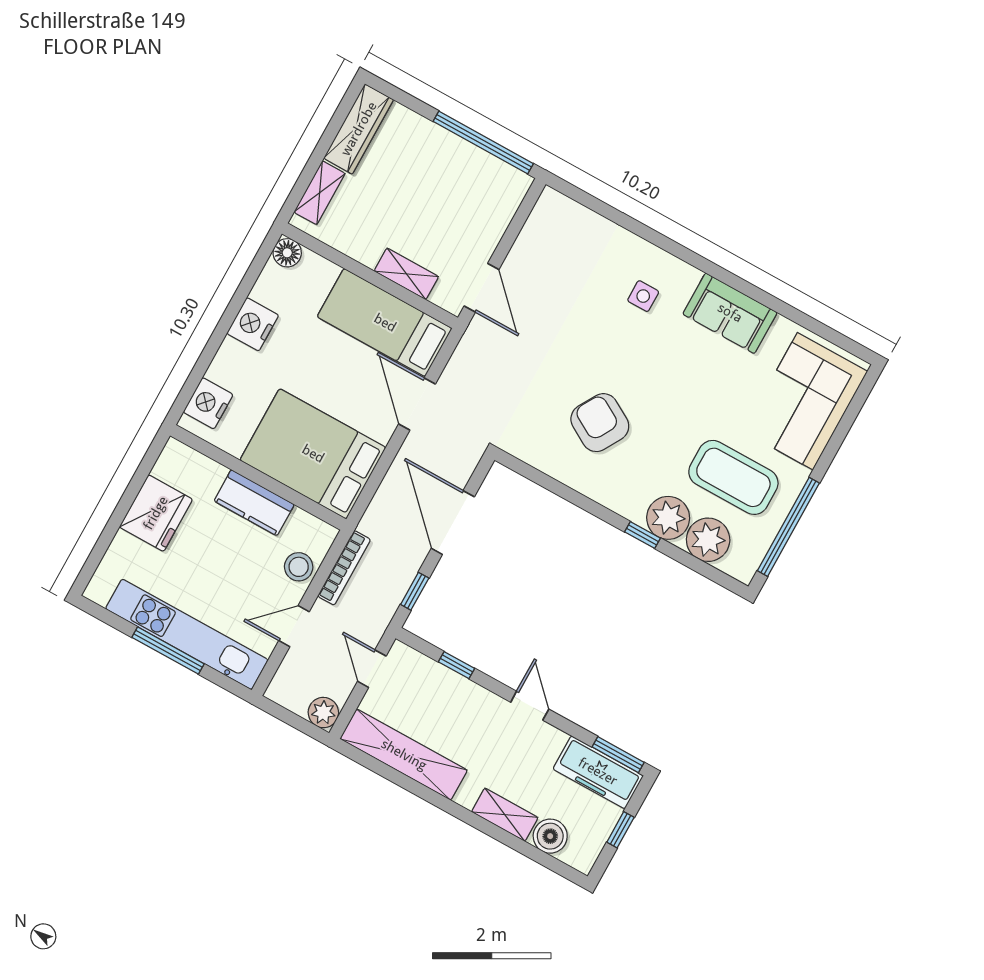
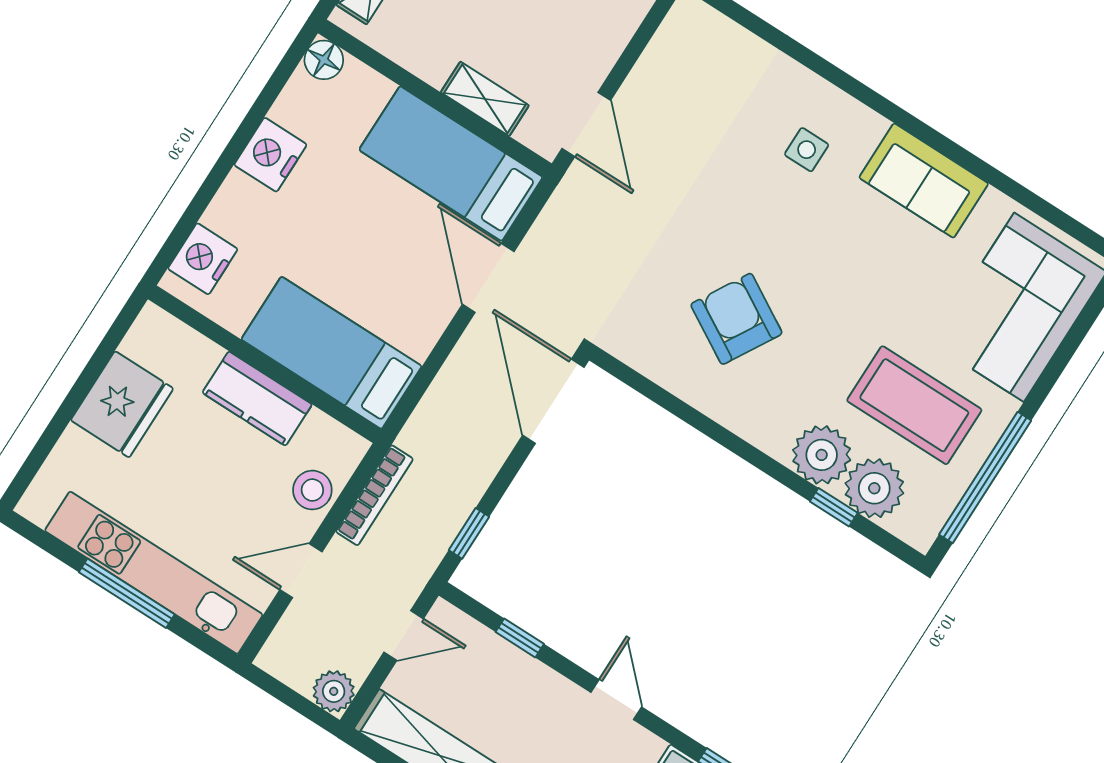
bed: (313, 454) -> (331, 353), width x0.67
door: (453, 523) -> (553, 401), moved
window: (643, 535) -> (834, 507), moved
door: (372, 669) -> (404, 635), swing flipped

